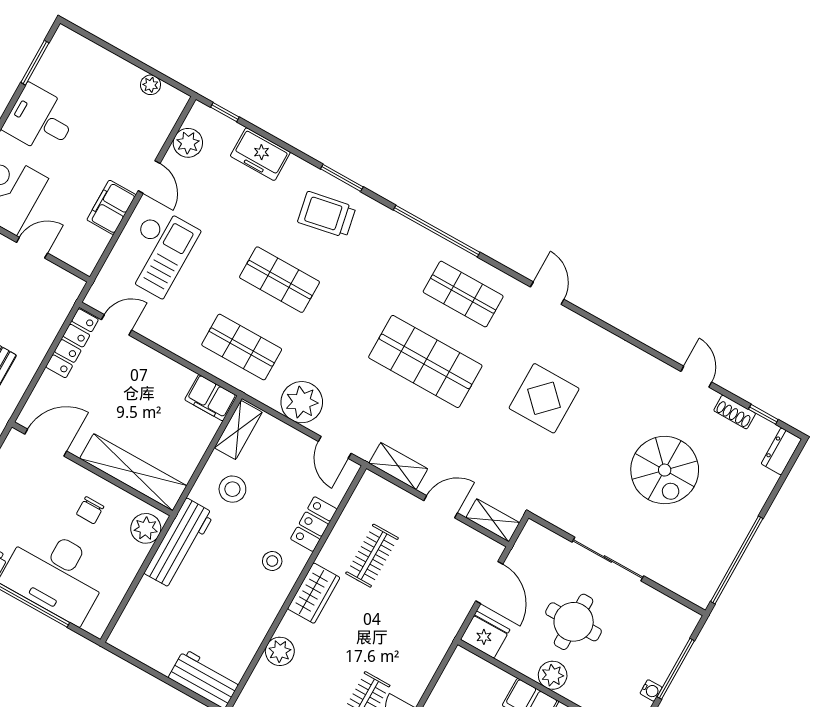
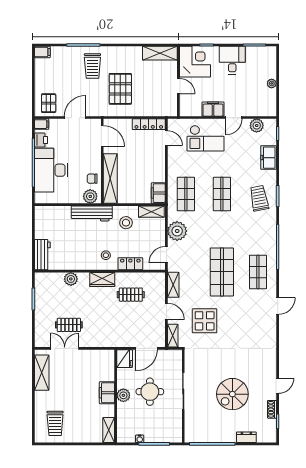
plant: (151, 85) -> (272, 83), moved
display table: (544, 398) -> (205, 321), moved
dresser: (781, 451) -> (246, 437), moved
chair: (90, 510) -> (92, 179), moved

